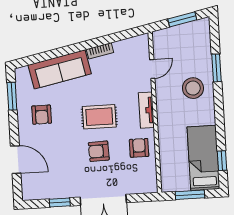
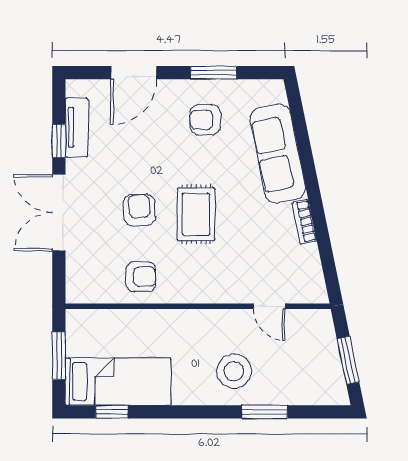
window: (12, 96) -> (214, 73), moved
tv unit: (146, 110) -> (77, 127), moved, turned 90

